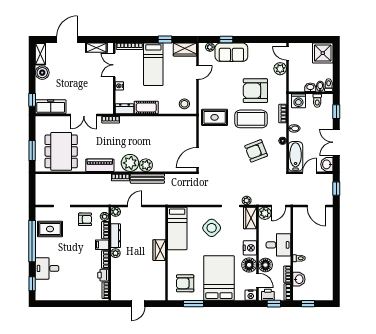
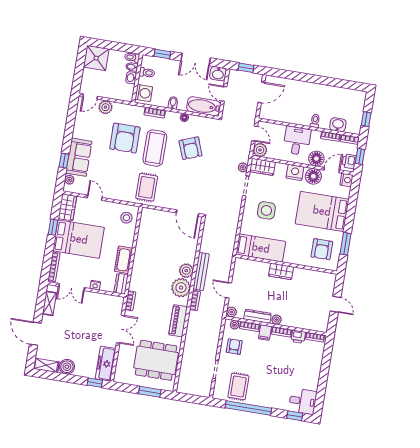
bed: (153, 64) -> (79, 239), width x1.50
side table: (212, 228) -> (266, 210), turned 45
desk: (47, 268) -> (303, 401), moved, turned -90

